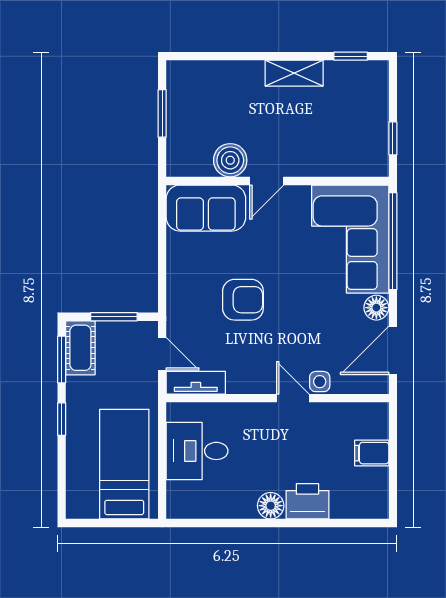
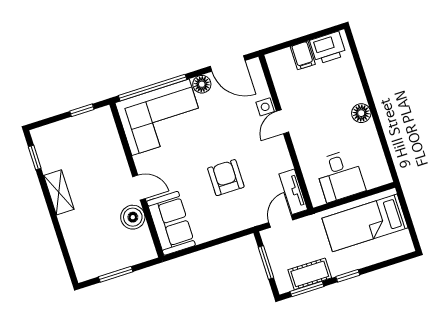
cot: (80, 348) -> (310, 274), moved
printer: (307, 501) -> (328, 48), moved, turned -90

